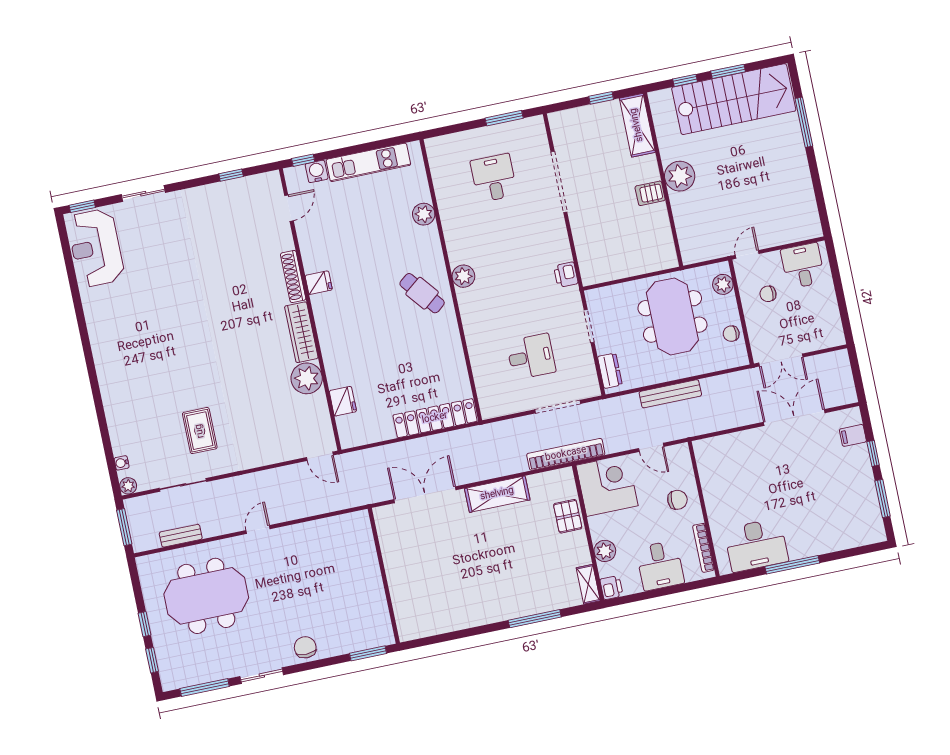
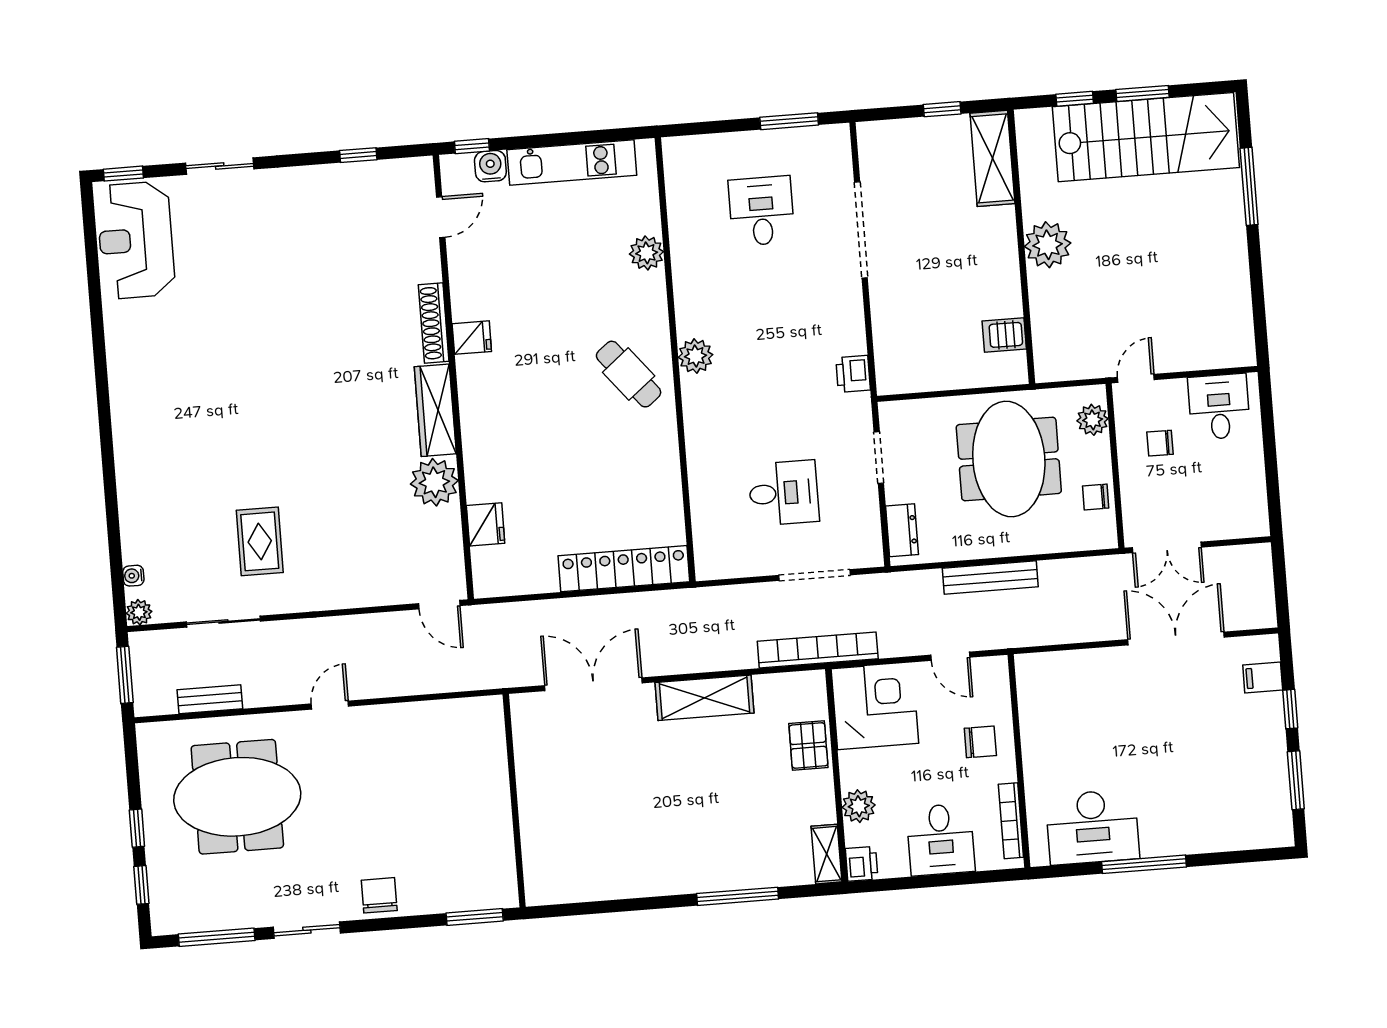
server rack: (650, 193) -> (1004, 335), moved

